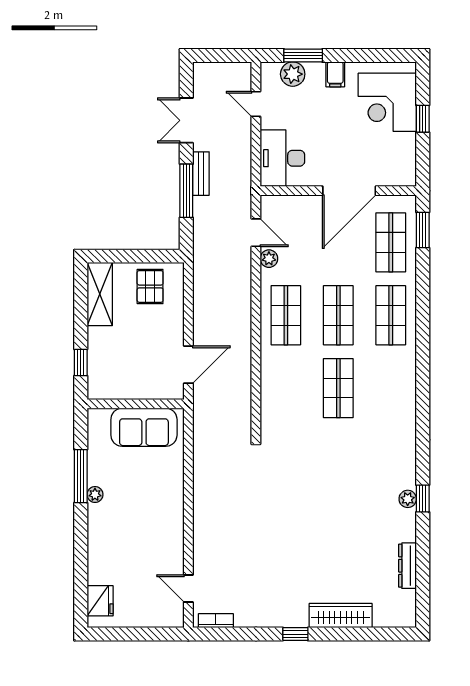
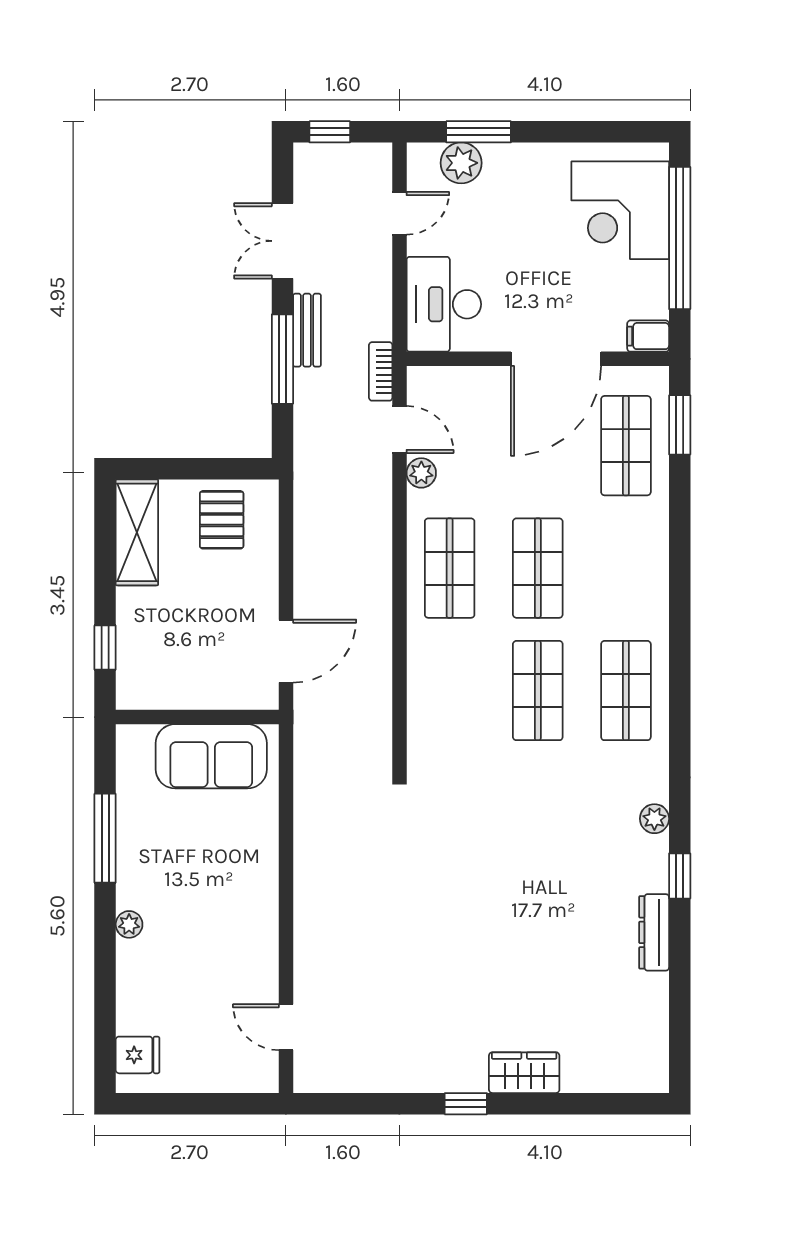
window: (214, 56) -> (330, 132), added
filing cabinet: (335, 74) -> (648, 336), moved, turned 90
door: (256, 104) -> (399, 213), swing flipped
window: (423, 119) -> (680, 238), width x3.17
shop shelf: (391, 315) -> (626, 691), moved
plant: (95, 495) -> (129, 924), moved
plant: (408, 499) -> (654, 819), moved
dresser: (407, 566) -> (654, 932), moved
fridge: (100, 601) -> (138, 1055), width x0.72
wardrobe: (341, 616) -> (524, 1073), width x0.67
bookcase: (216, 621) -> (381, 371), moved, turned -90

